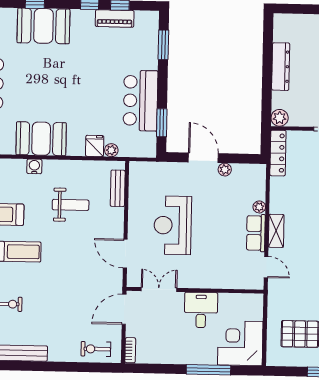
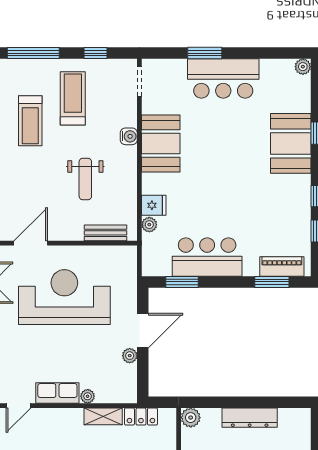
piano: (115, 18) -> (282, 267), moved, turned 90
locker: (278, 153) -> (141, 417), width x0.66
reception desk: (173, 225) -> (64, 297), width x1.36, depth x1.30
shelving: (276, 231) -> (103, 416), moved

